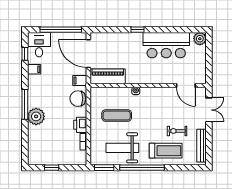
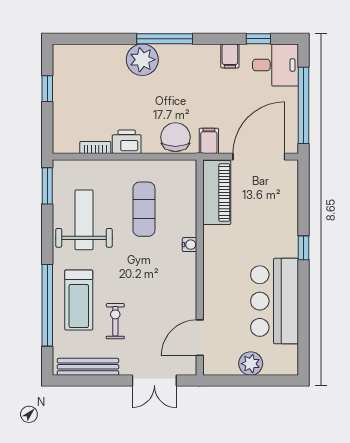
plant: (200, 39) -> (251, 364), moved
window: (142, 168) -> (47, 305), moved

